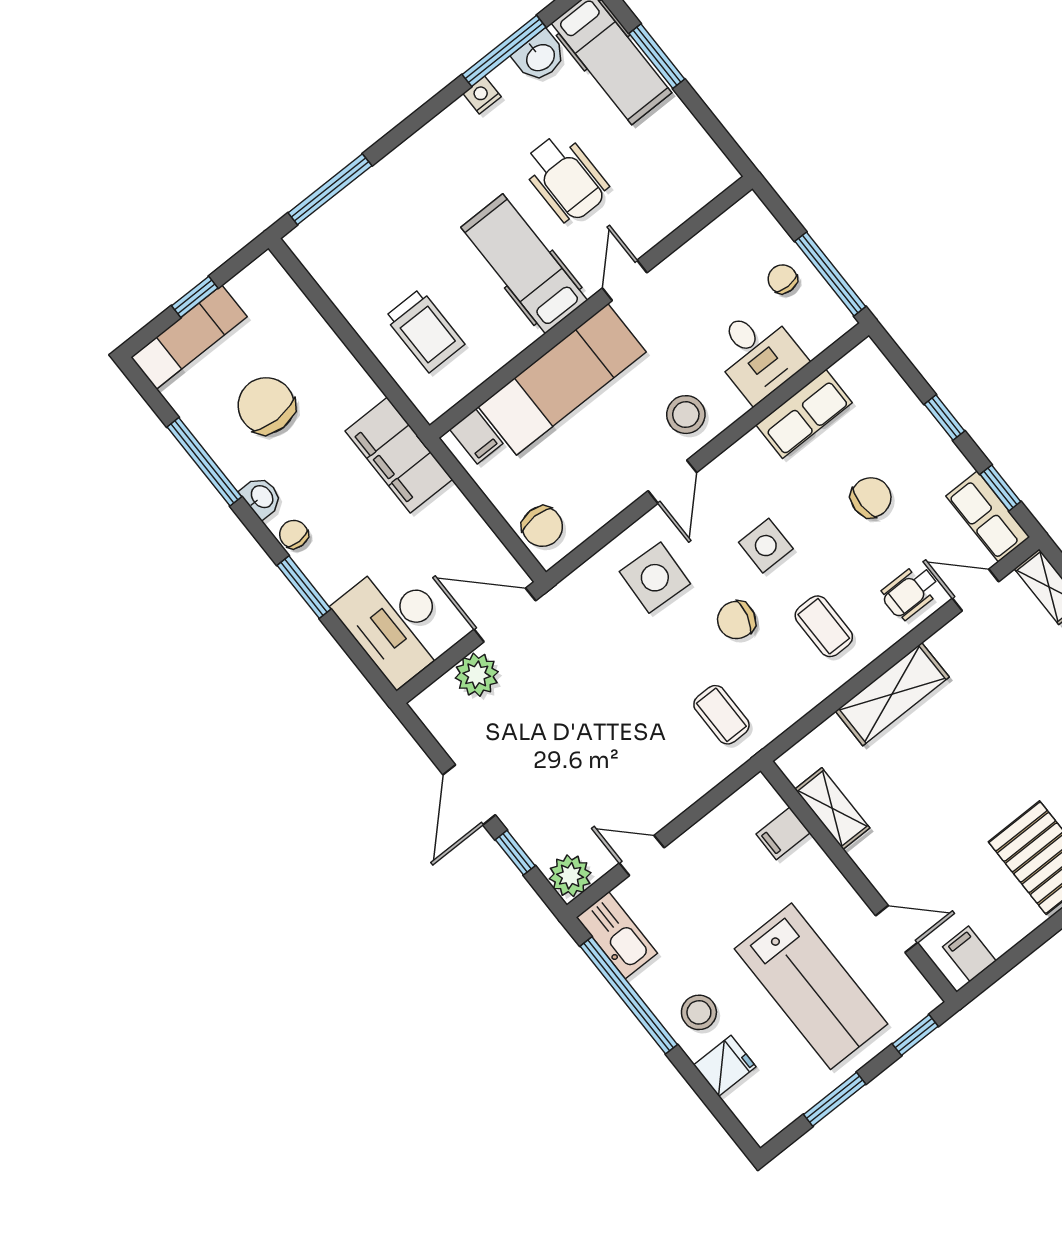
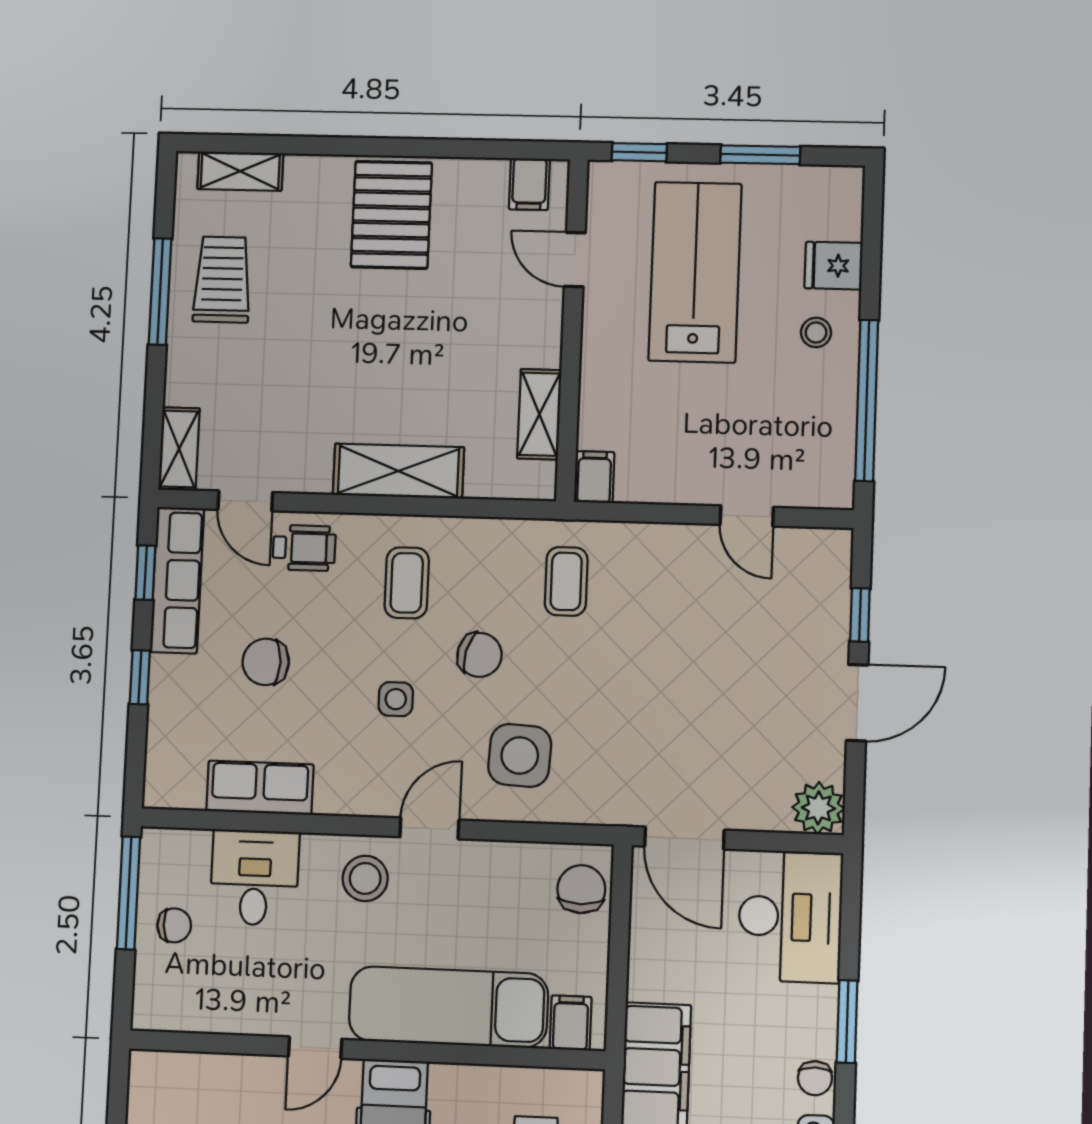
chair: (783, 279) -> (174, 925), turned -94
row of seats: (988, 517) -> (177, 580), width x1.48
side table: (766, 546) -> (396, 699), width x0.73, depth x0.73
plant: (477, 675) -> (818, 808), moved
filing cabinet: (783, 833) -> (594, 477), moved, turned -90
plant: (570, 876) -> (828, 552), removed
kitchen sink: (617, 935) -> (831, 463), removed
stool: (699, 1012) -> (816, 332), width x0.73, depth x0.73

